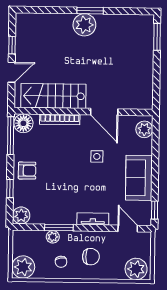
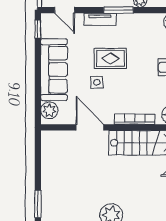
sofa: (139, 178) -> (54, 70), width x1.36
rug: (83, 180) -> (110, 58), added
window: (59, 228) -> (119, 10), moved

